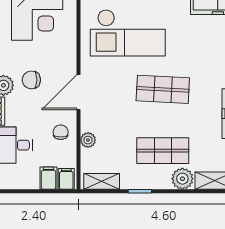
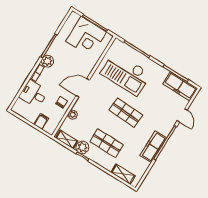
chair: (31, 80) -> (63, 67), removed
filing cabinet: (66, 179) -> (50, 127), removed
plant: (182, 179) -> (82, 147), moved

